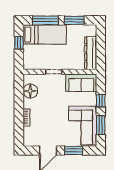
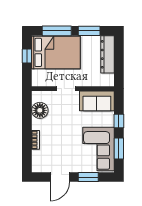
bed: (45, 35) -> (56, 52), width x1.50
dresser: (91, 53) -> (107, 54), moved

